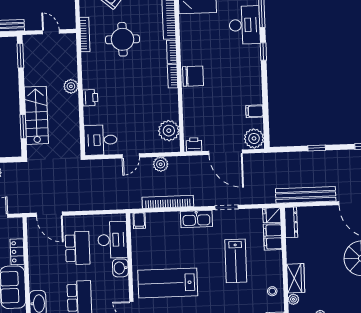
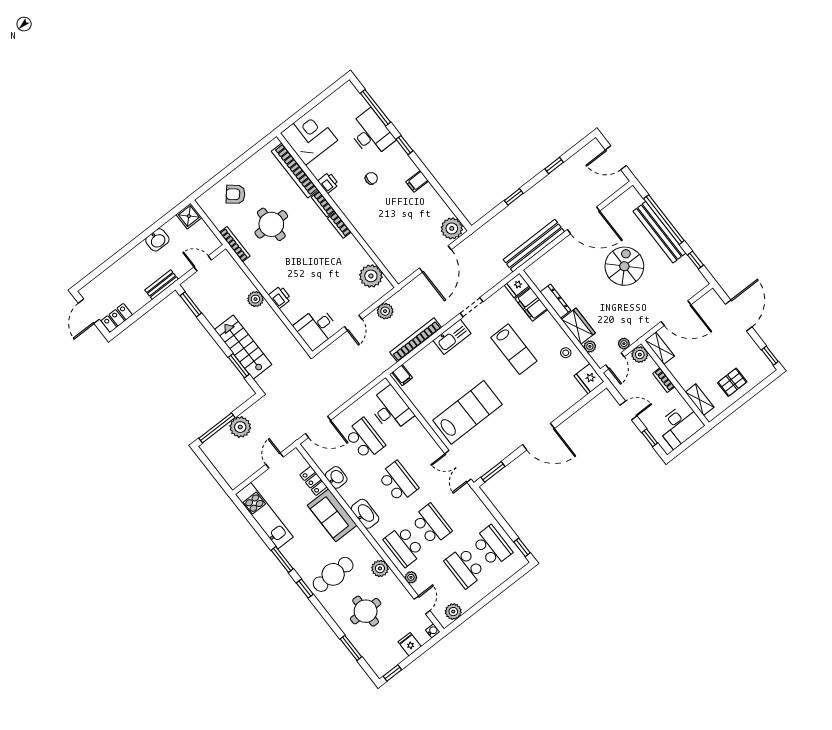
chair: (193, 76) -> (371, 178), moved, width x0.54, depth x0.54
filing cabinet: (254, 111) -> (417, 181), moved
printer: (194, 145) -> (328, 183), moved, turned 90
door: (226, 152) -> (435, 259), hinge flipped
dresser: (291, 222) -> (555, 301), moved
washbasin: (120, 268) -> (336, 477), moved, turned 180
lab bench: (168, 283) -> (468, 412), turned 180

